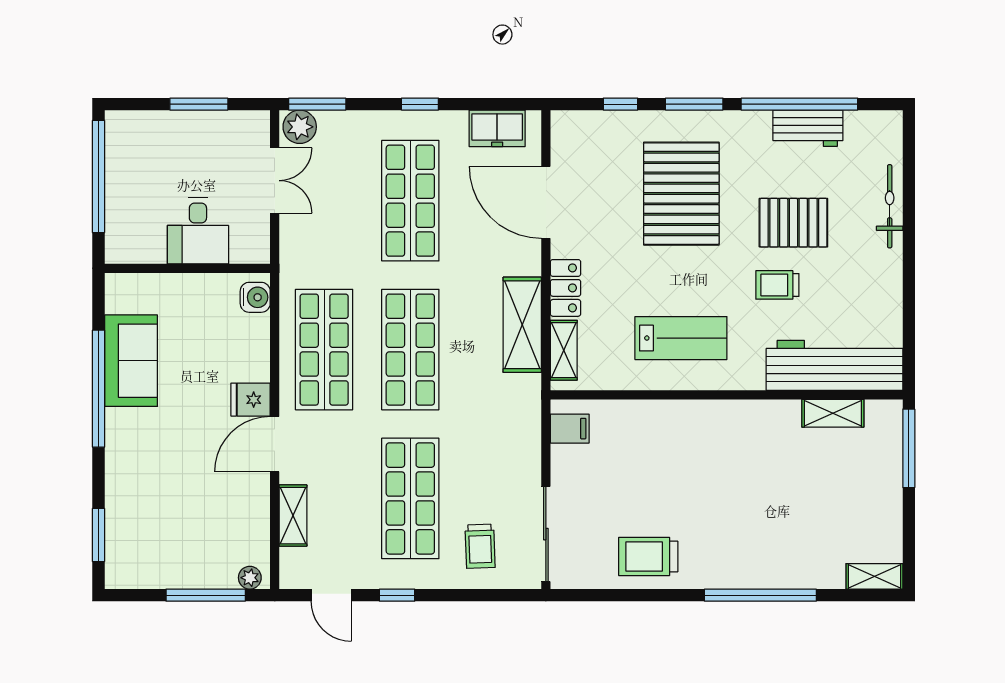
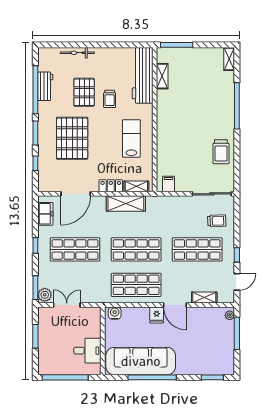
pallet: (681, 194) -> (72, 138), turned 90
desk: (198, 231) -> (87, 351), moved
sofa: (131, 361) -> (141, 361), width x1.85, depth x1.27

